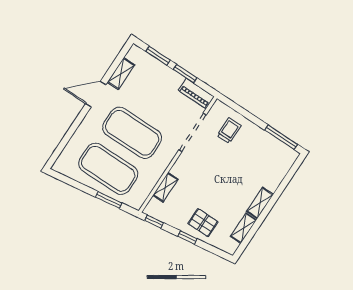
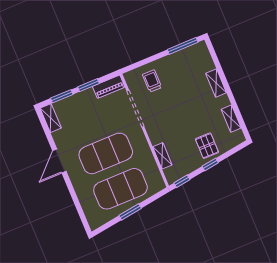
shelving: (121, 74) -> (51, 118), moved
window: (109, 200) -> (130, 212), moved
shelving: (260, 203) -> (216, 83), moved
pallet: (203, 223) -> (207, 146), turned 90

